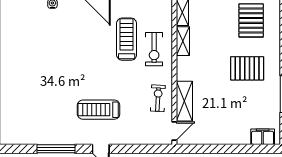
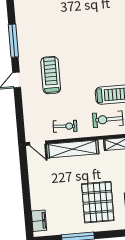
pallet: (247, 68) -> (98, 202), width x1.37, depth x1.41
shelving: (184, 101) -> (73, 149), width x1.47

